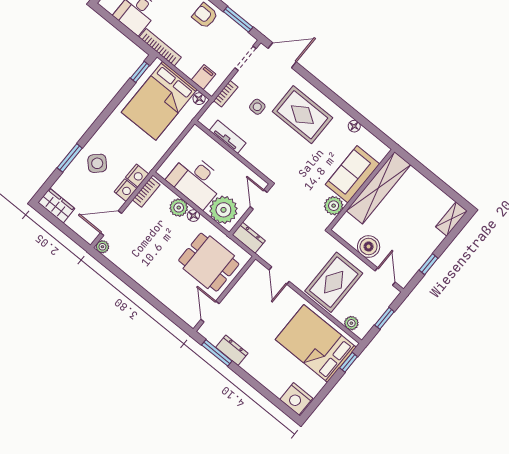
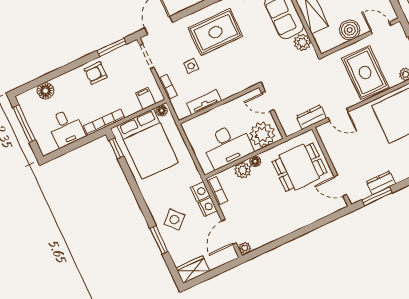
dresser: (249, 238) -> (311, 117), moved

